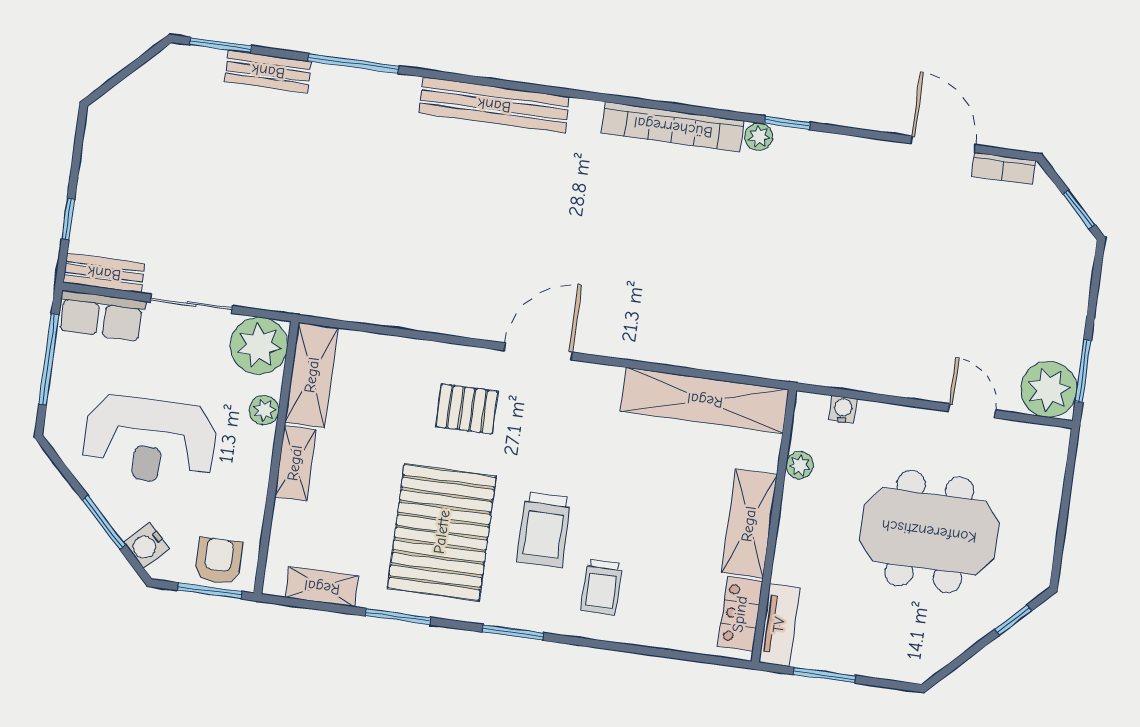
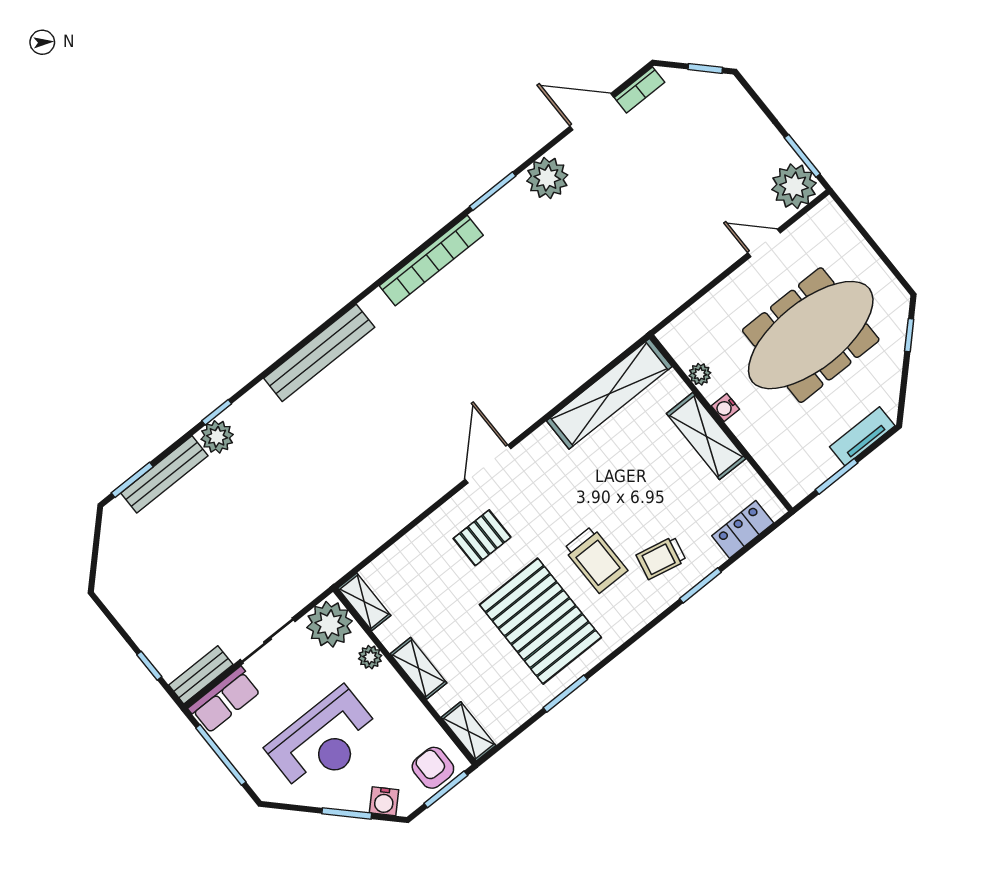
window: (353, 63) -> (217, 412), width x0.46
bench: (268, 71) -> (164, 474), width x1.36
plant: (332, 85) -> (217, 437), added
window: (787, 123) -> (493, 191), width x1.50
plant: (759, 137) -> (547, 178), moved, width x1.87, depth x1.87
shelving: (312, 375) -> (364, 602), width x0.67, depth x0.75
water cooler: (843, 409) -> (725, 407), moved, turned -90
meeting table: (929, 531) -> (811, 335), width x1.36
shelving: (322, 587) -> (469, 731), moved, turned 90
trolley: (602, 587) -> (661, 558), turned 102
locker: (740, 614) -> (743, 529), moved, turned 90
tv unit: (779, 625) -> (862, 436), moved, turned -90
window: (513, 632) -> (700, 585), moved

